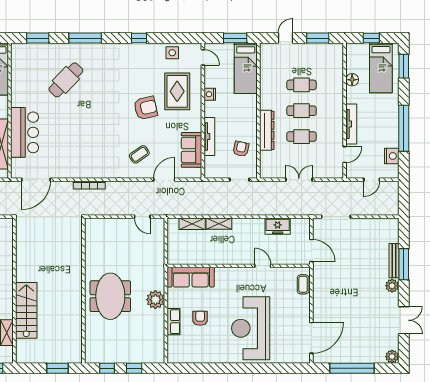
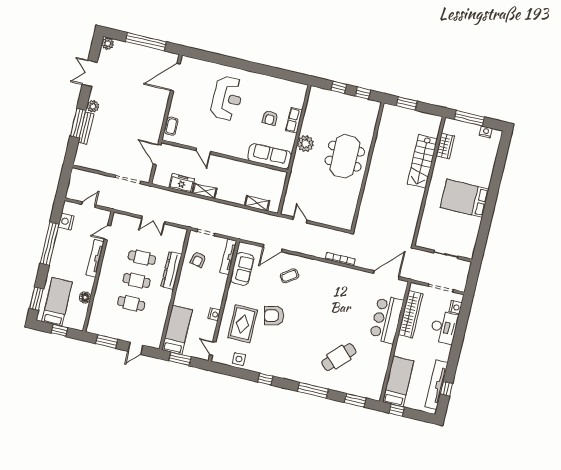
tv unit: (209, 136) -> (228, 257), moved
shelving: (219, 224) -> (205, 191), moved
reception desk: (251, 328) -> (227, 98), width x0.74, depth x0.77

